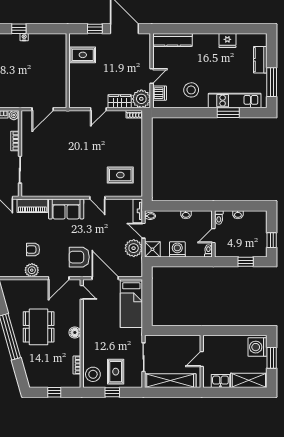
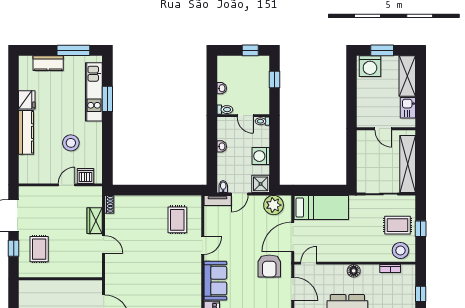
kitchen counter: (172, 40) -> (26, 132), moved
rug: (83, 55) -> (39, 249), moved
door: (152, 76) -> (67, 185), hinge flipped
stool: (191, 90) -> (71, 143), moved
plant: (141, 99) -> (92, 196), removed
plant: (134, 248) -> (274, 205), moved

